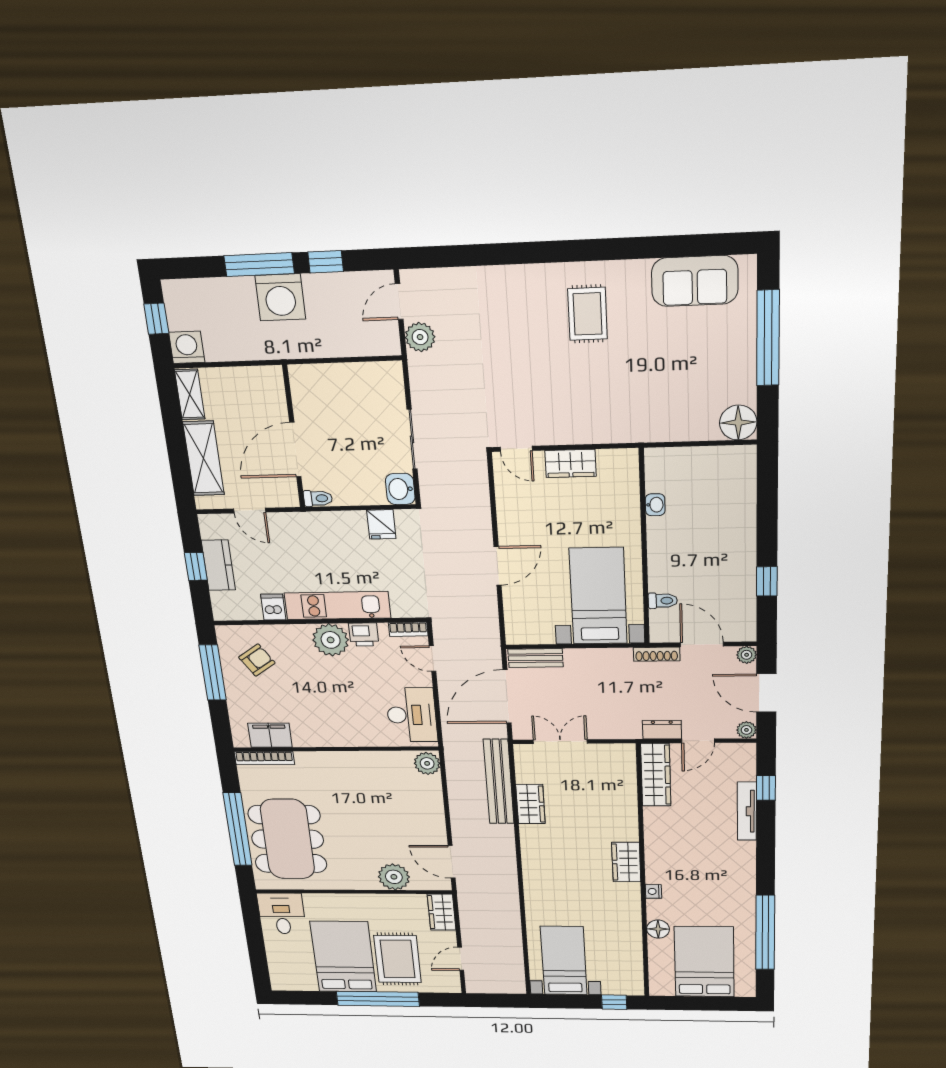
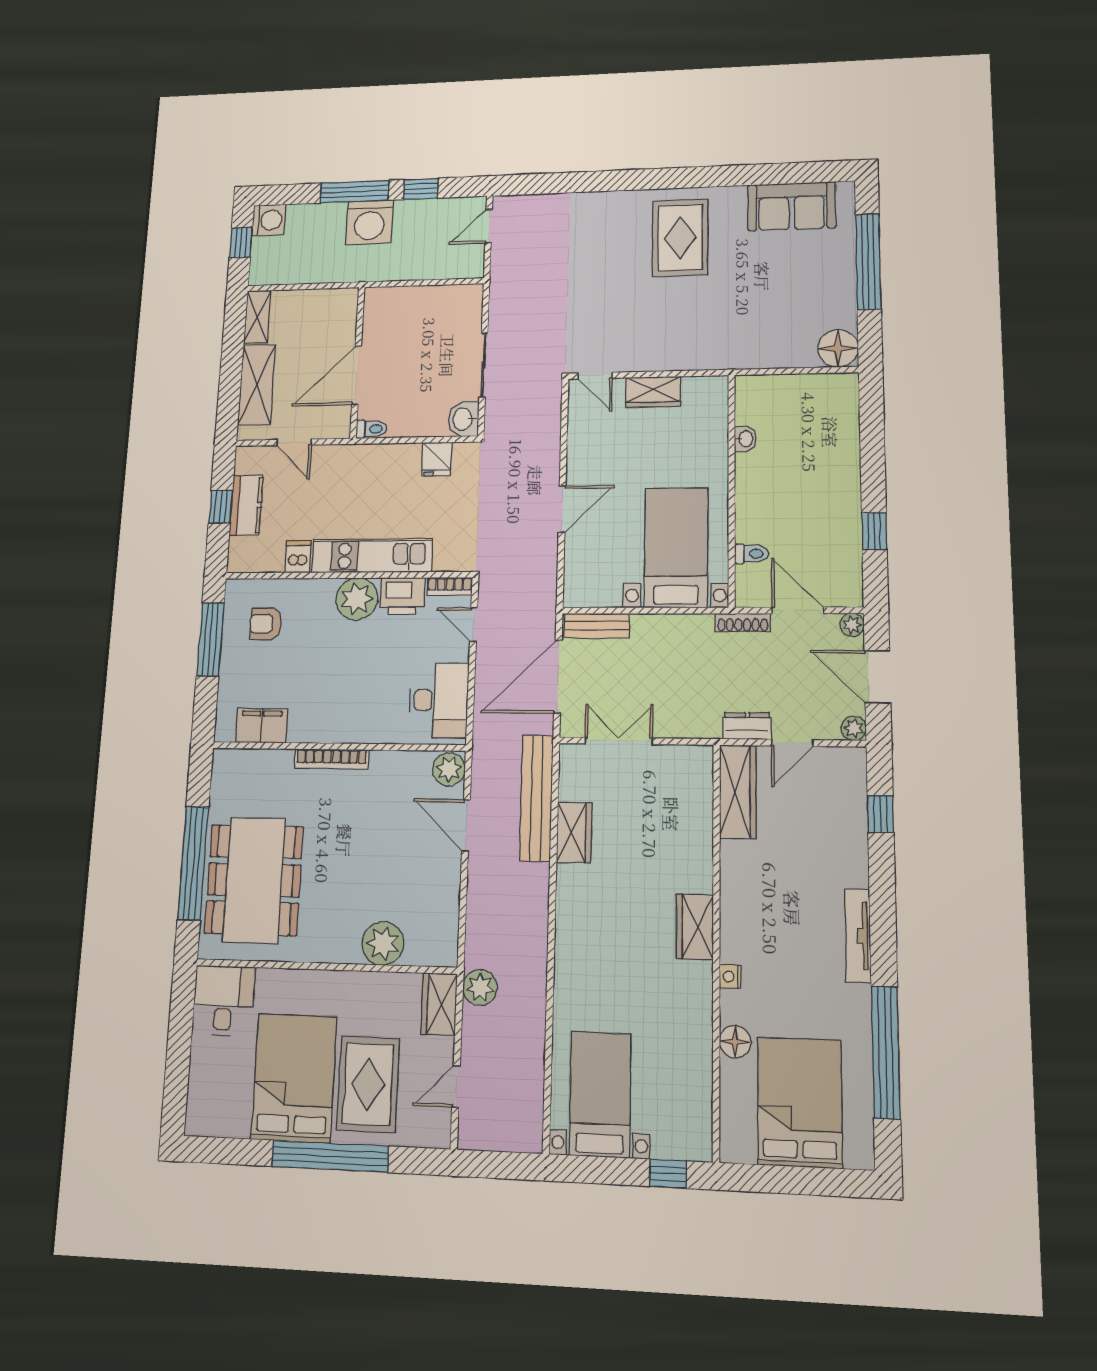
rug: (588, 314) -> (680, 238), width x1.36, depth x1.43
plant: (420, 337) -> (480, 987), moved
washing machine: (187, 347) -> (269, 220), moved, turned 90
printer: (364, 634) -> (402, 596), width x1.36, depth x1.24
armchair: (257, 660) -> (266, 624), turned -146
bookcase: (264, 758) -> (332, 759), moved
tv unit: (747, 811) -> (858, 936), moved
door: (452, 862) -> (466, 825), moved

